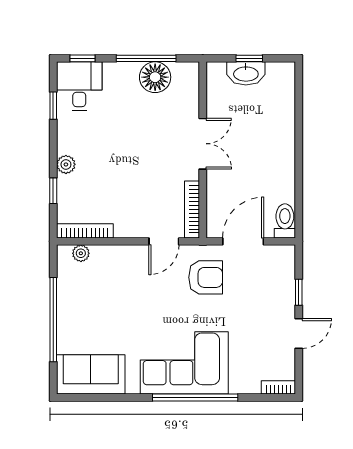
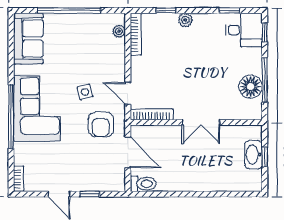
side table: (162, 299) -> (85, 92), added

